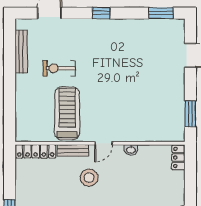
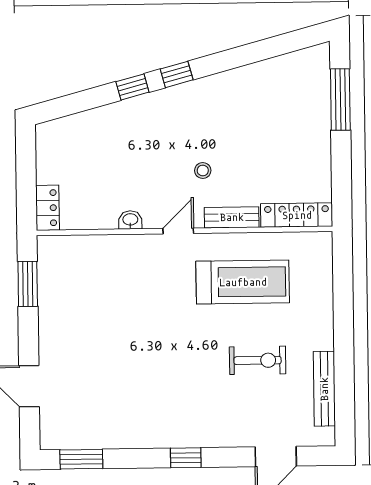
treadmill: (67, 113) -> (243, 282), turned -90
stool: (89, 178) -> (203, 171), width x0.53, depth x0.53

